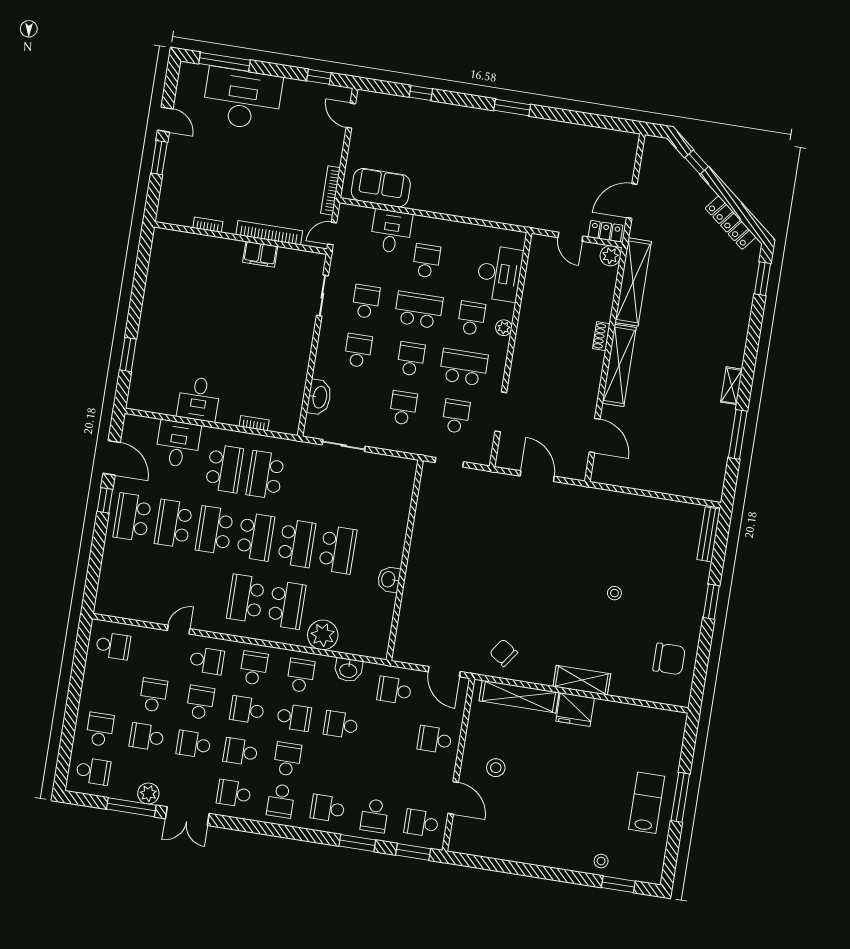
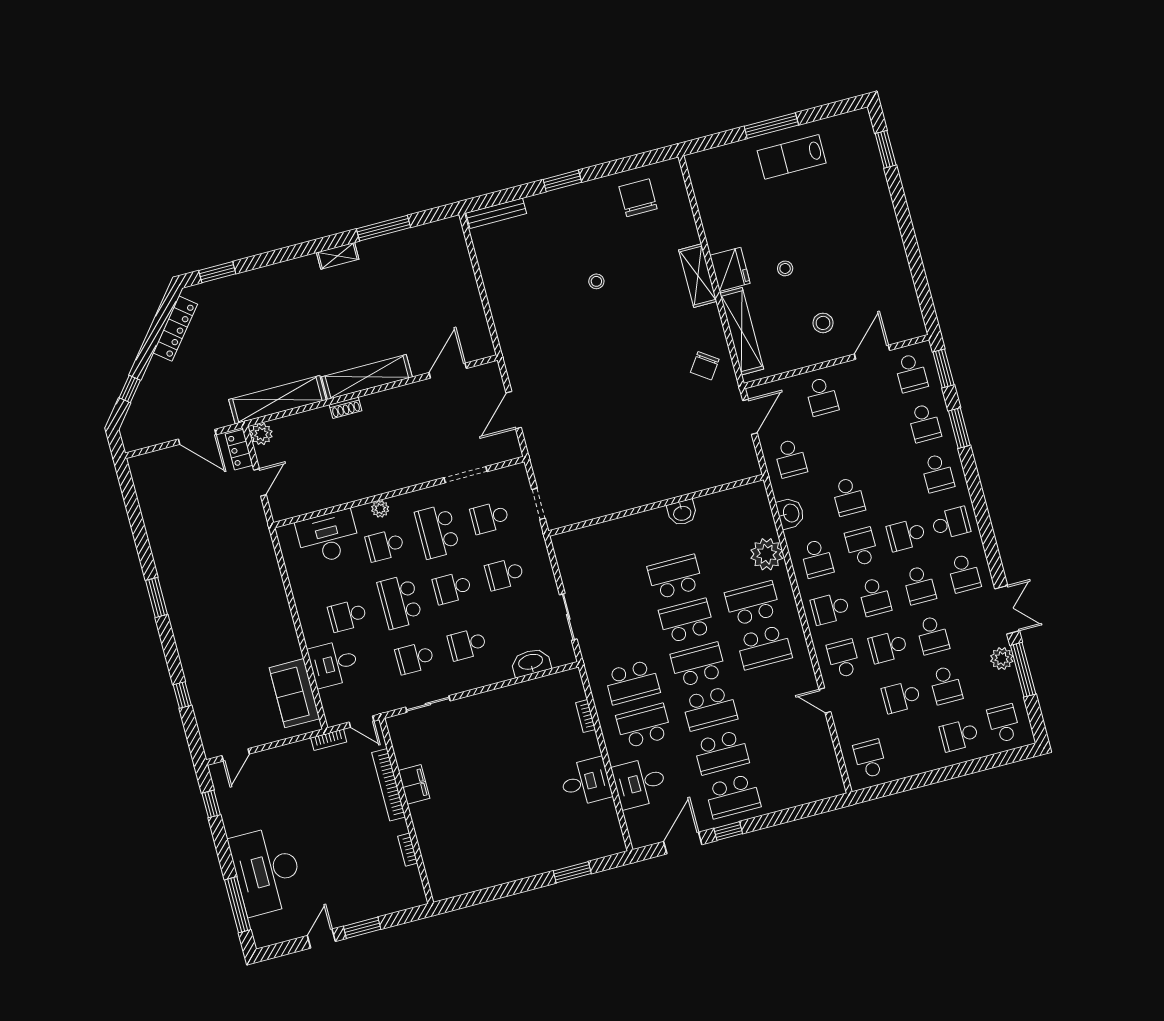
bookcase: (330, 191) -> (329, 740), width x0.64
school desk: (301, 676) -> (817, 558), turned -90
school desk: (374, 816) -> (924, 423), turned 90
stool: (601, 861) -> (785, 268), moved

